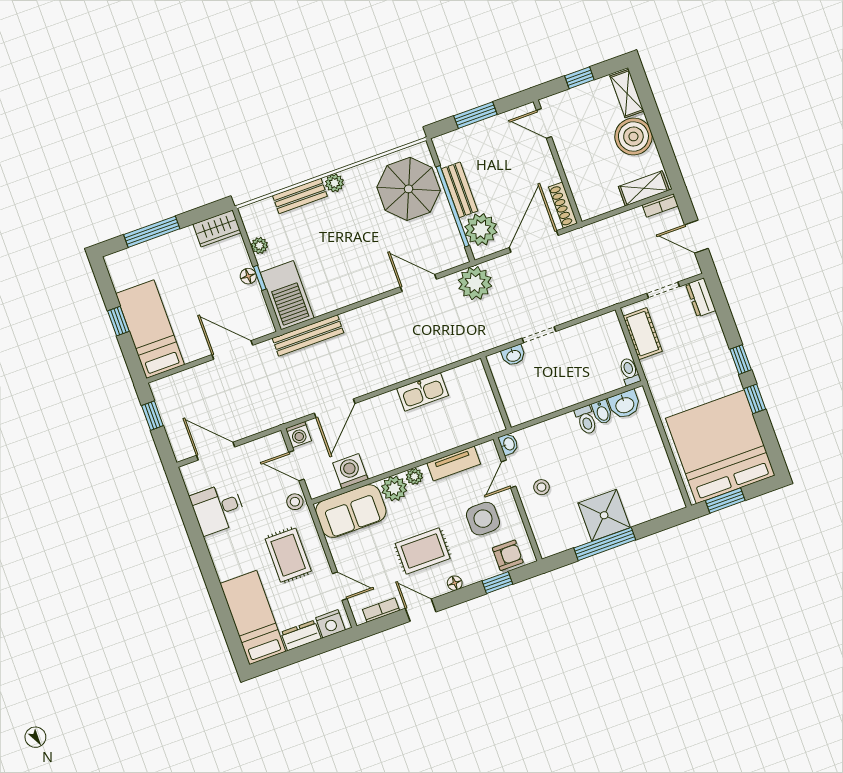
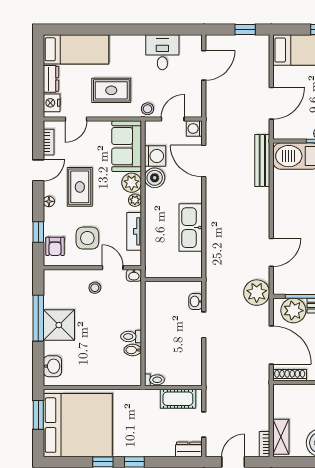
kitchen sink: (423, 392) -> (191, 228), width x1.36, depth x1.24
washbasin: (625, 405) -> (52, 366), moved, turned 180
boiler: (378, 462) -> (155, 178), added

